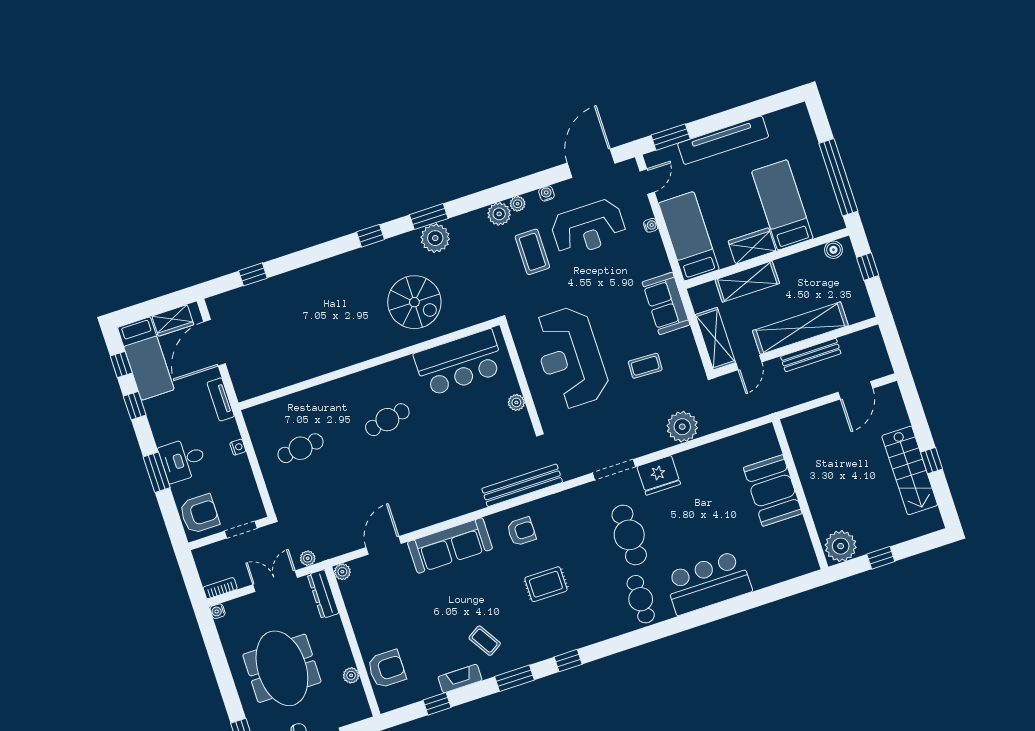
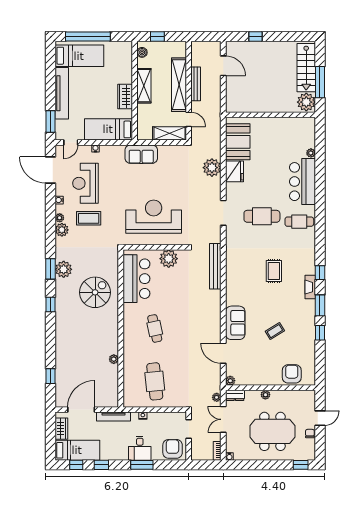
window: (838, 177) -> (88, 37), moved
door: (647, 182) -> (71, 143), swing flipped
bed: (782, 205) -> (79, 56), moved, turned 180
reception desk: (588, 228) -> (85, 183), turned 180
shelving: (747, 282) -> (144, 86), moved
door: (214, 343) -> (81, 410), swing flipped
reception desk: (570, 358) -> (154, 217), turned 180
coffee table: (645, 366) -> (172, 177), removed
plant: (315, 369) -> (114, 359), added
tv unit: (221, 399) -> (113, 416), width x1.41
plant: (516, 402) -> (169, 259), width x1.87, depth x1.87
cafe table: (301, 448) -> (155, 381), width x1.37, depth x1.35
window: (932, 461) -> (255, 37), moved
stairs: (910, 470) -> (306, 68), moved, turned 90
fridge: (659, 475) -> (234, 171), moved
booth: (773, 491) -> (238, 142), moved, turned 90
armchair: (521, 531) -> (240, 275), removed
sofa: (450, 545) -> (235, 323), width x0.73
window: (881, 558) -> (320, 82), width x2.17
plant: (759, 581) -> (311, 153), added
dresser: (323, 594) -> (235, 395), width x0.70
coffee table: (485, 641) -> (275, 331), moved
plant: (351, 675) -> (265, 395), moved
fireplace: (460, 679) -> (310, 287), moved
window: (437, 704) -> (320, 333), moved

